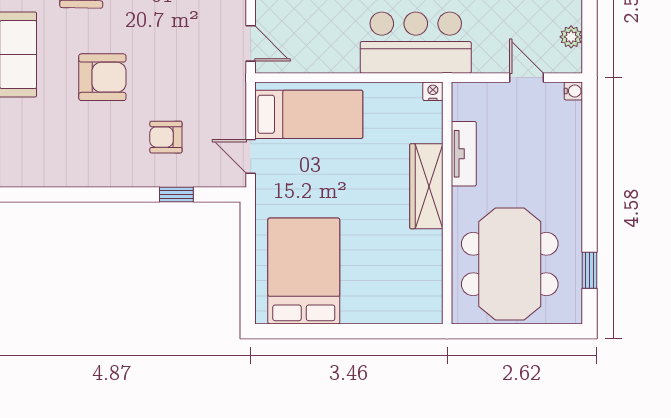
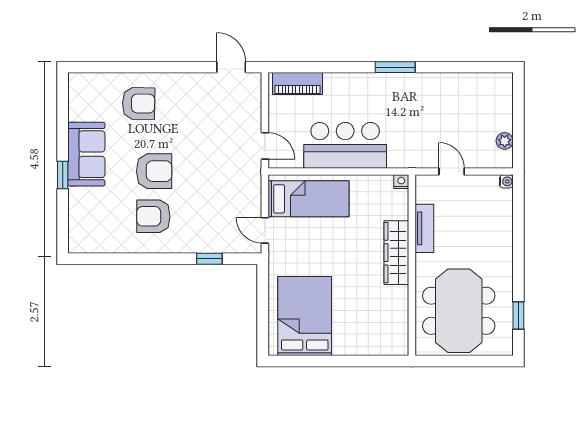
bar counter: (416, 43) -> (345, 145), moved
door: (527, 78) -> (452, 171), moved
armchair: (166, 137) -> (153, 216), moved, width x1.38, depth x1.38

